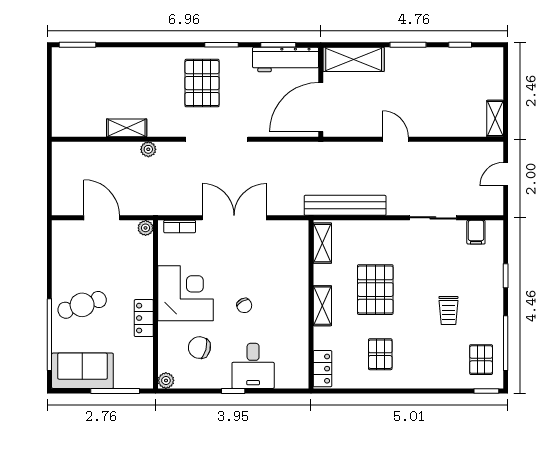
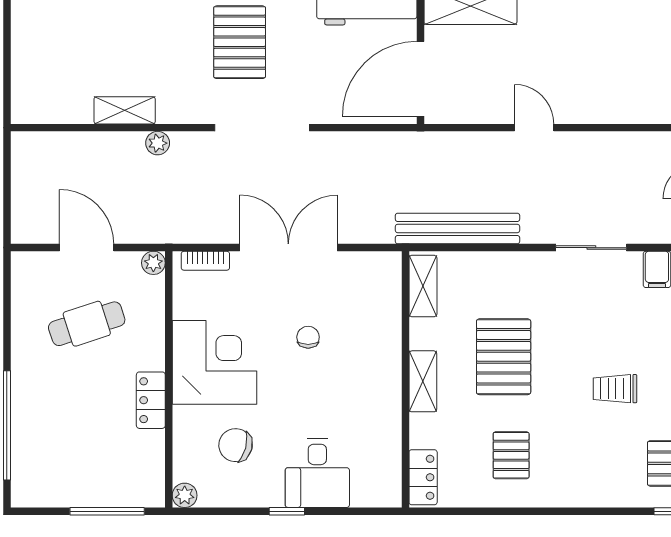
cafe table: (82, 305) -> (87, 324), moved
chair: (244, 306) -> (308, 337), moved, turned -151
trolley: (448, 310) -> (615, 389), turned 90
sofa: (82, 371) -> (57, 481), removed

